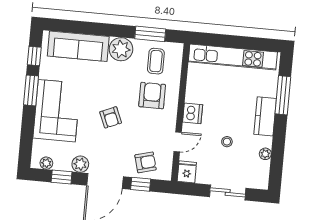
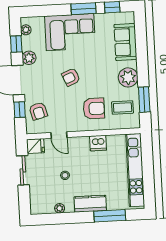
sofa: (78, 46) -> (125, 42), width x0.73
dishwasher: (193, 113) -> (98, 143), moved
sliding door: (228, 192) -> (23, 170), moved

